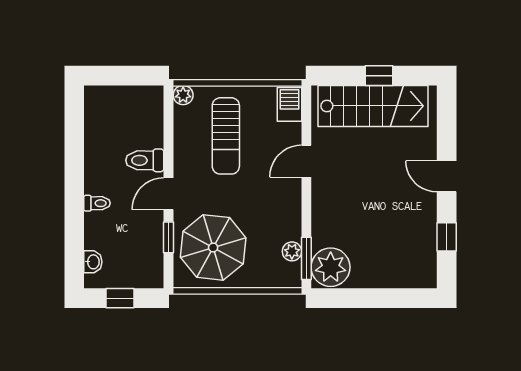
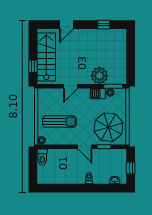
window: (379, 76) -> (33, 66), moved
barbecue: (290, 104) -> (98, 94), moved
toilet: (145, 160) -> (42, 157), moved
door: (306, 161) -> (71, 86), hinge flipped
door: (447, 176) -> (66, 25), moved
plant: (331, 267) -> (99, 76), moved

